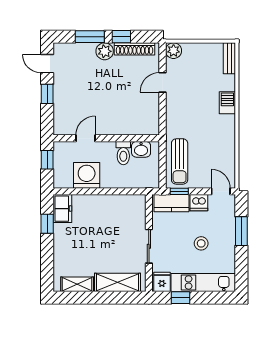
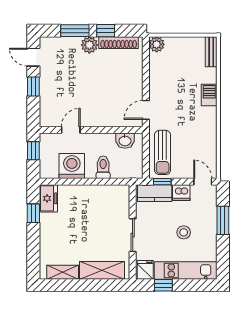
door: (162, 82) -> (146, 110), moved
toilet: (123, 153) -> (103, 167), moved, turned 180

